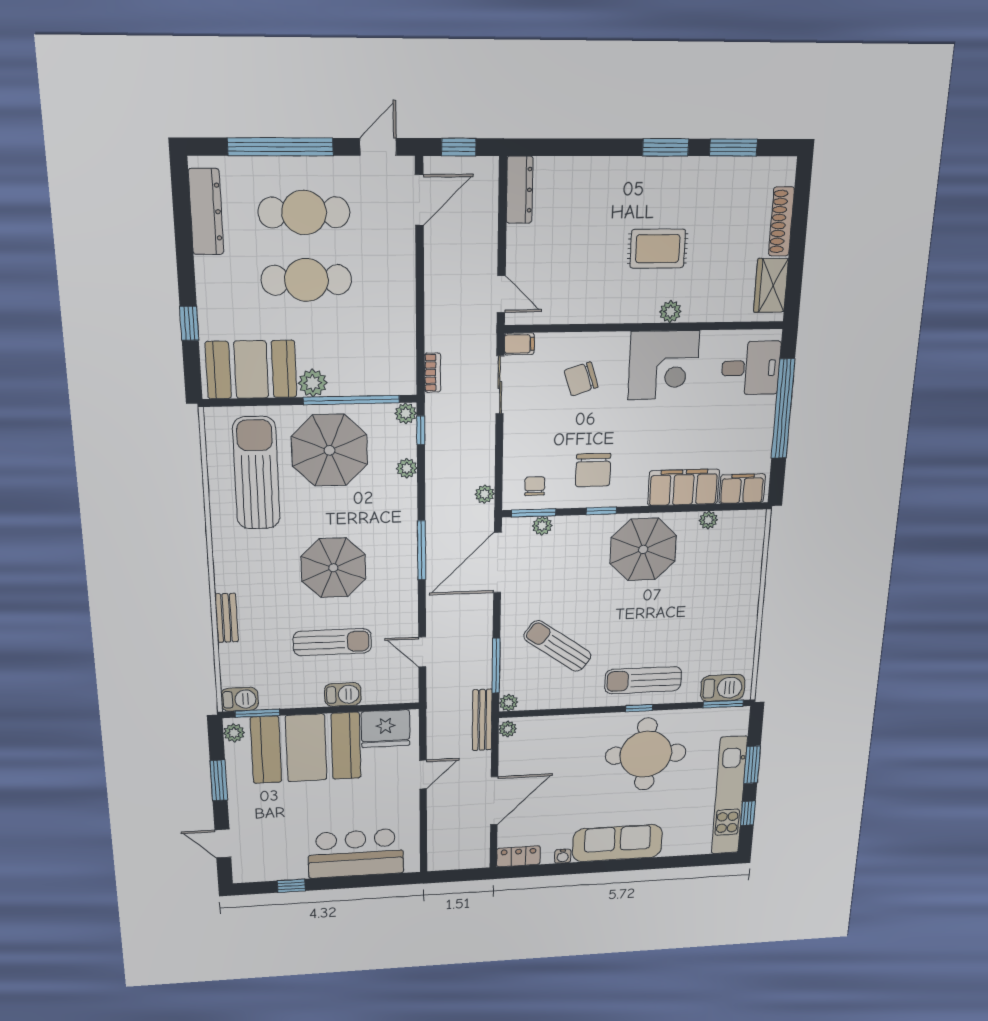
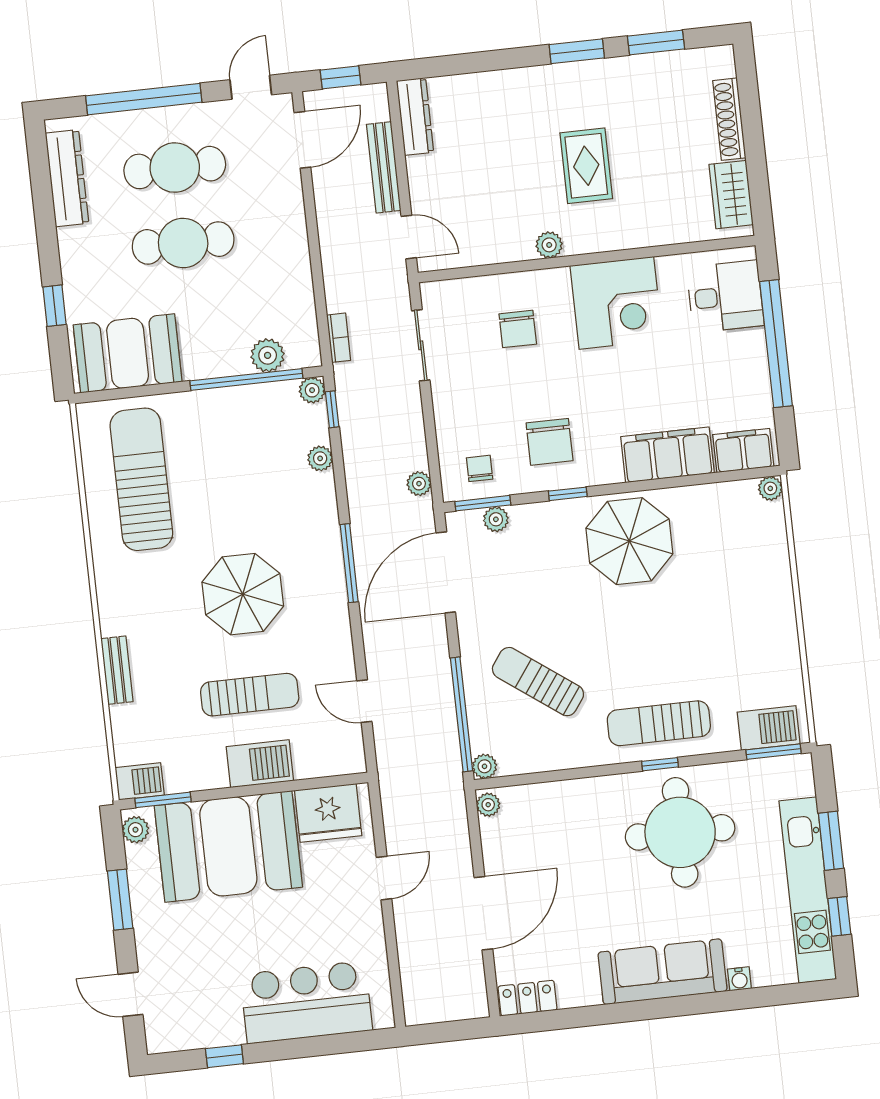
rug: (658, 249) -> (586, 166), turned 90
plant: (670, 312) -> (549, 245), moved
filing cabinet: (519, 344) -> (438, 294), removed
chair: (581, 379) -> (518, 329), turned -72
plant: (313, 383) -> (268, 355), moved
parasol: (330, 450) -> (226, 444), removed
plant: (708, 520) -> (770, 488), moved
window: (496, 666) -> (461, 714), width x1.46
barbecue: (343, 694) -> (260, 764), width x1.38, depth x1.27
bench: (482, 720) -> (384, 167), moved
water cooler: (563, 856) -> (739, 979), moved

